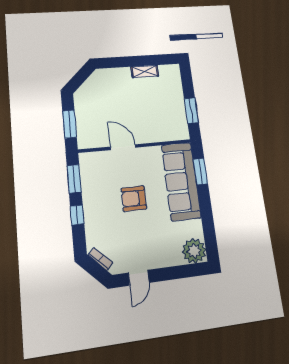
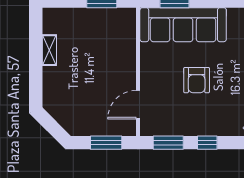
door: (123, 147) -> (138, 105), moved

